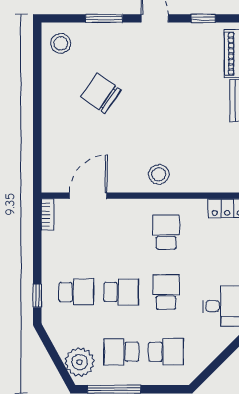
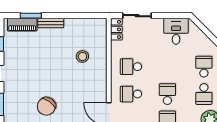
stool: (159, 174) -> (82, 56), moved
school desk: (166, 292) -> (131, 94), moved

